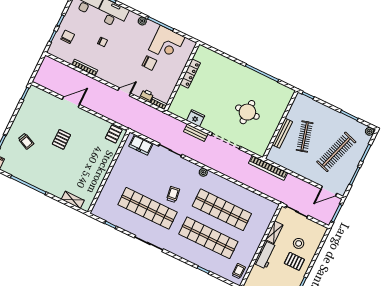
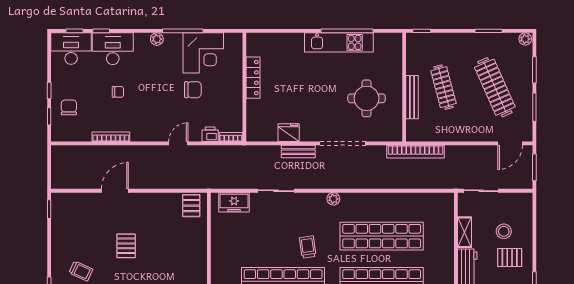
kitchen unit: (254, 78) -> (339, 42), added
round table: (247, 112) -> (367, 98), moved
clothes rail: (336, 152) -> (495, 87), turned -42

